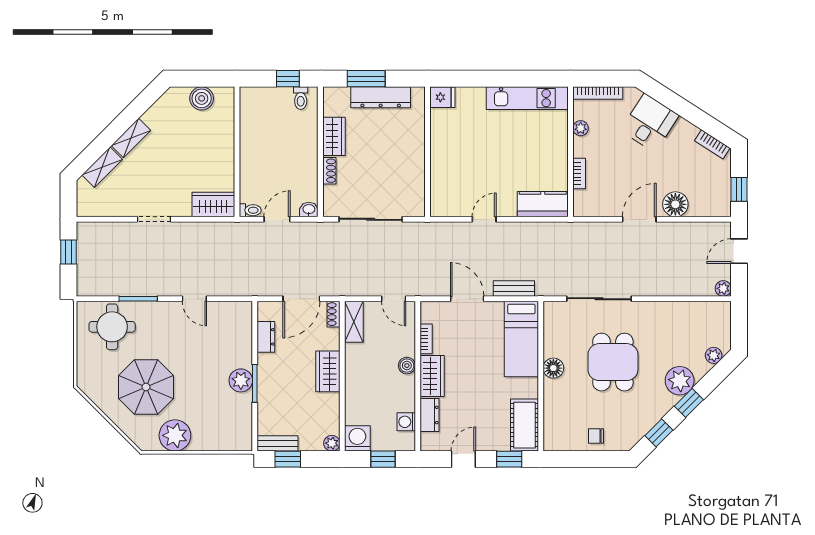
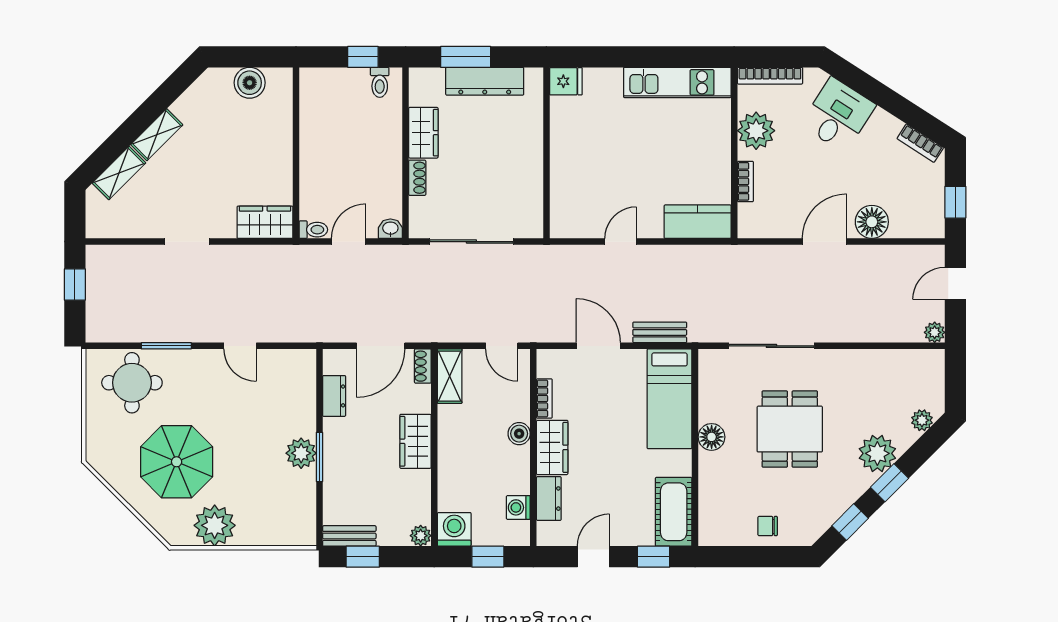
plant: (581, 128) -> (756, 131), width x1.88, depth x1.88

